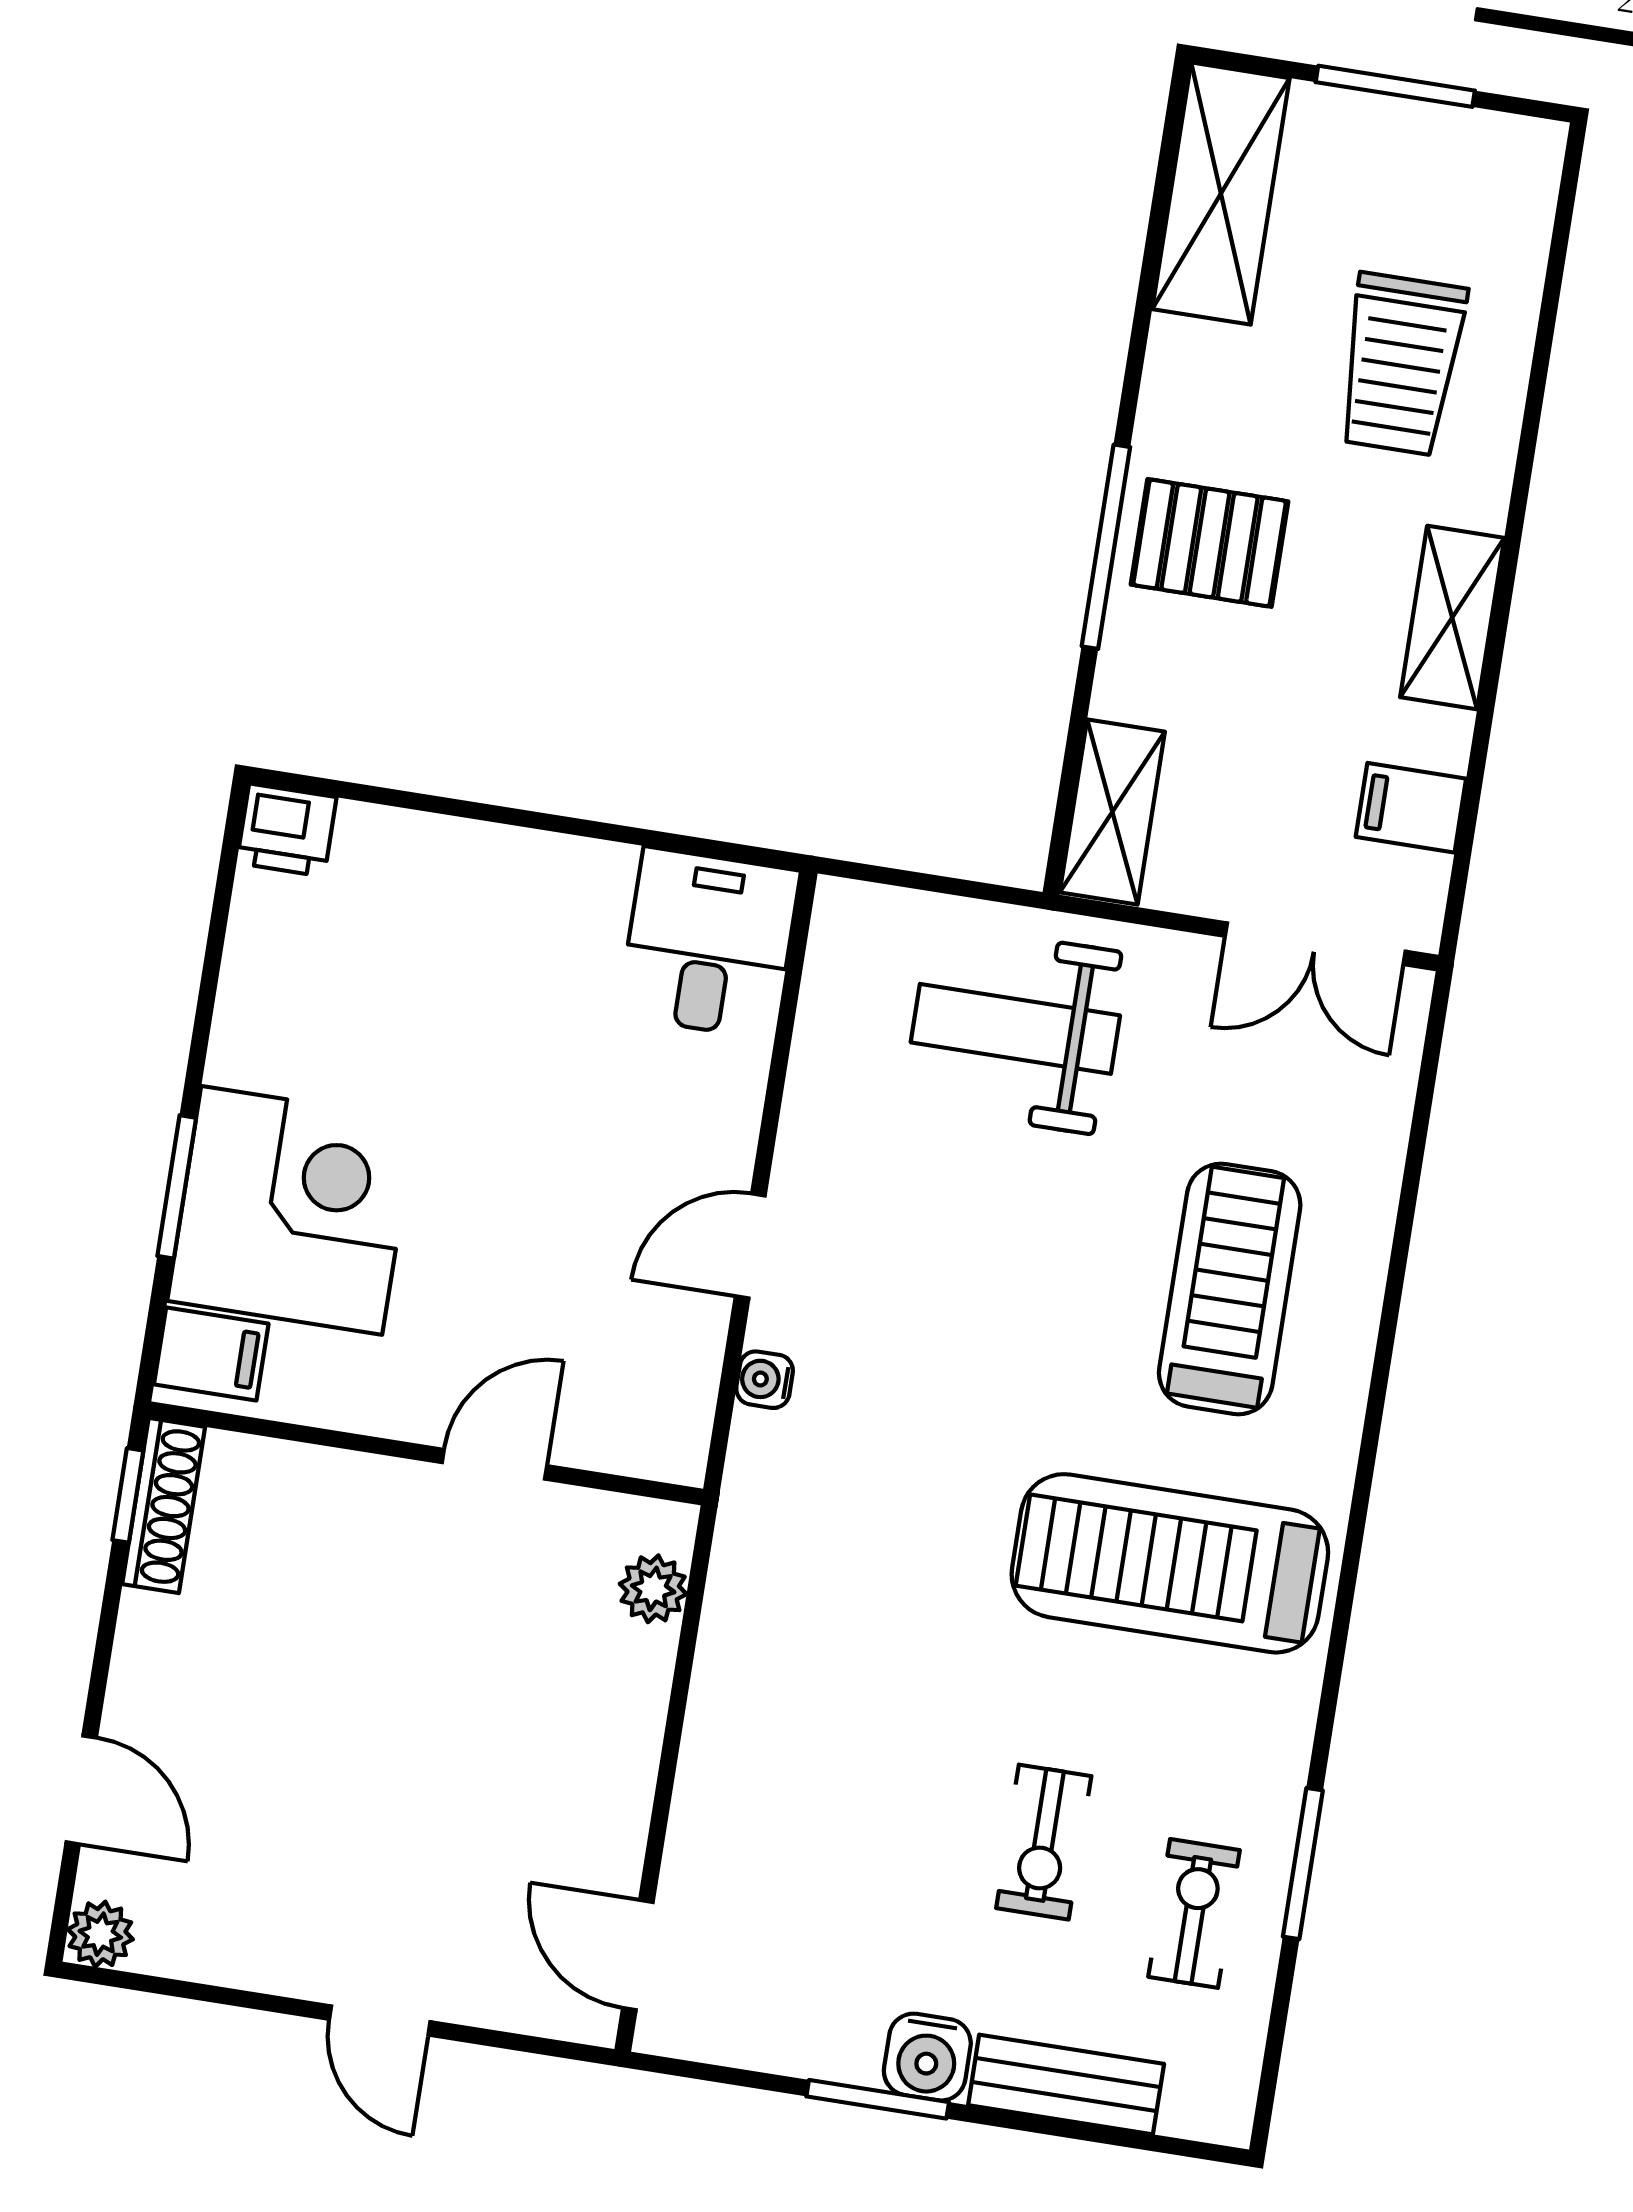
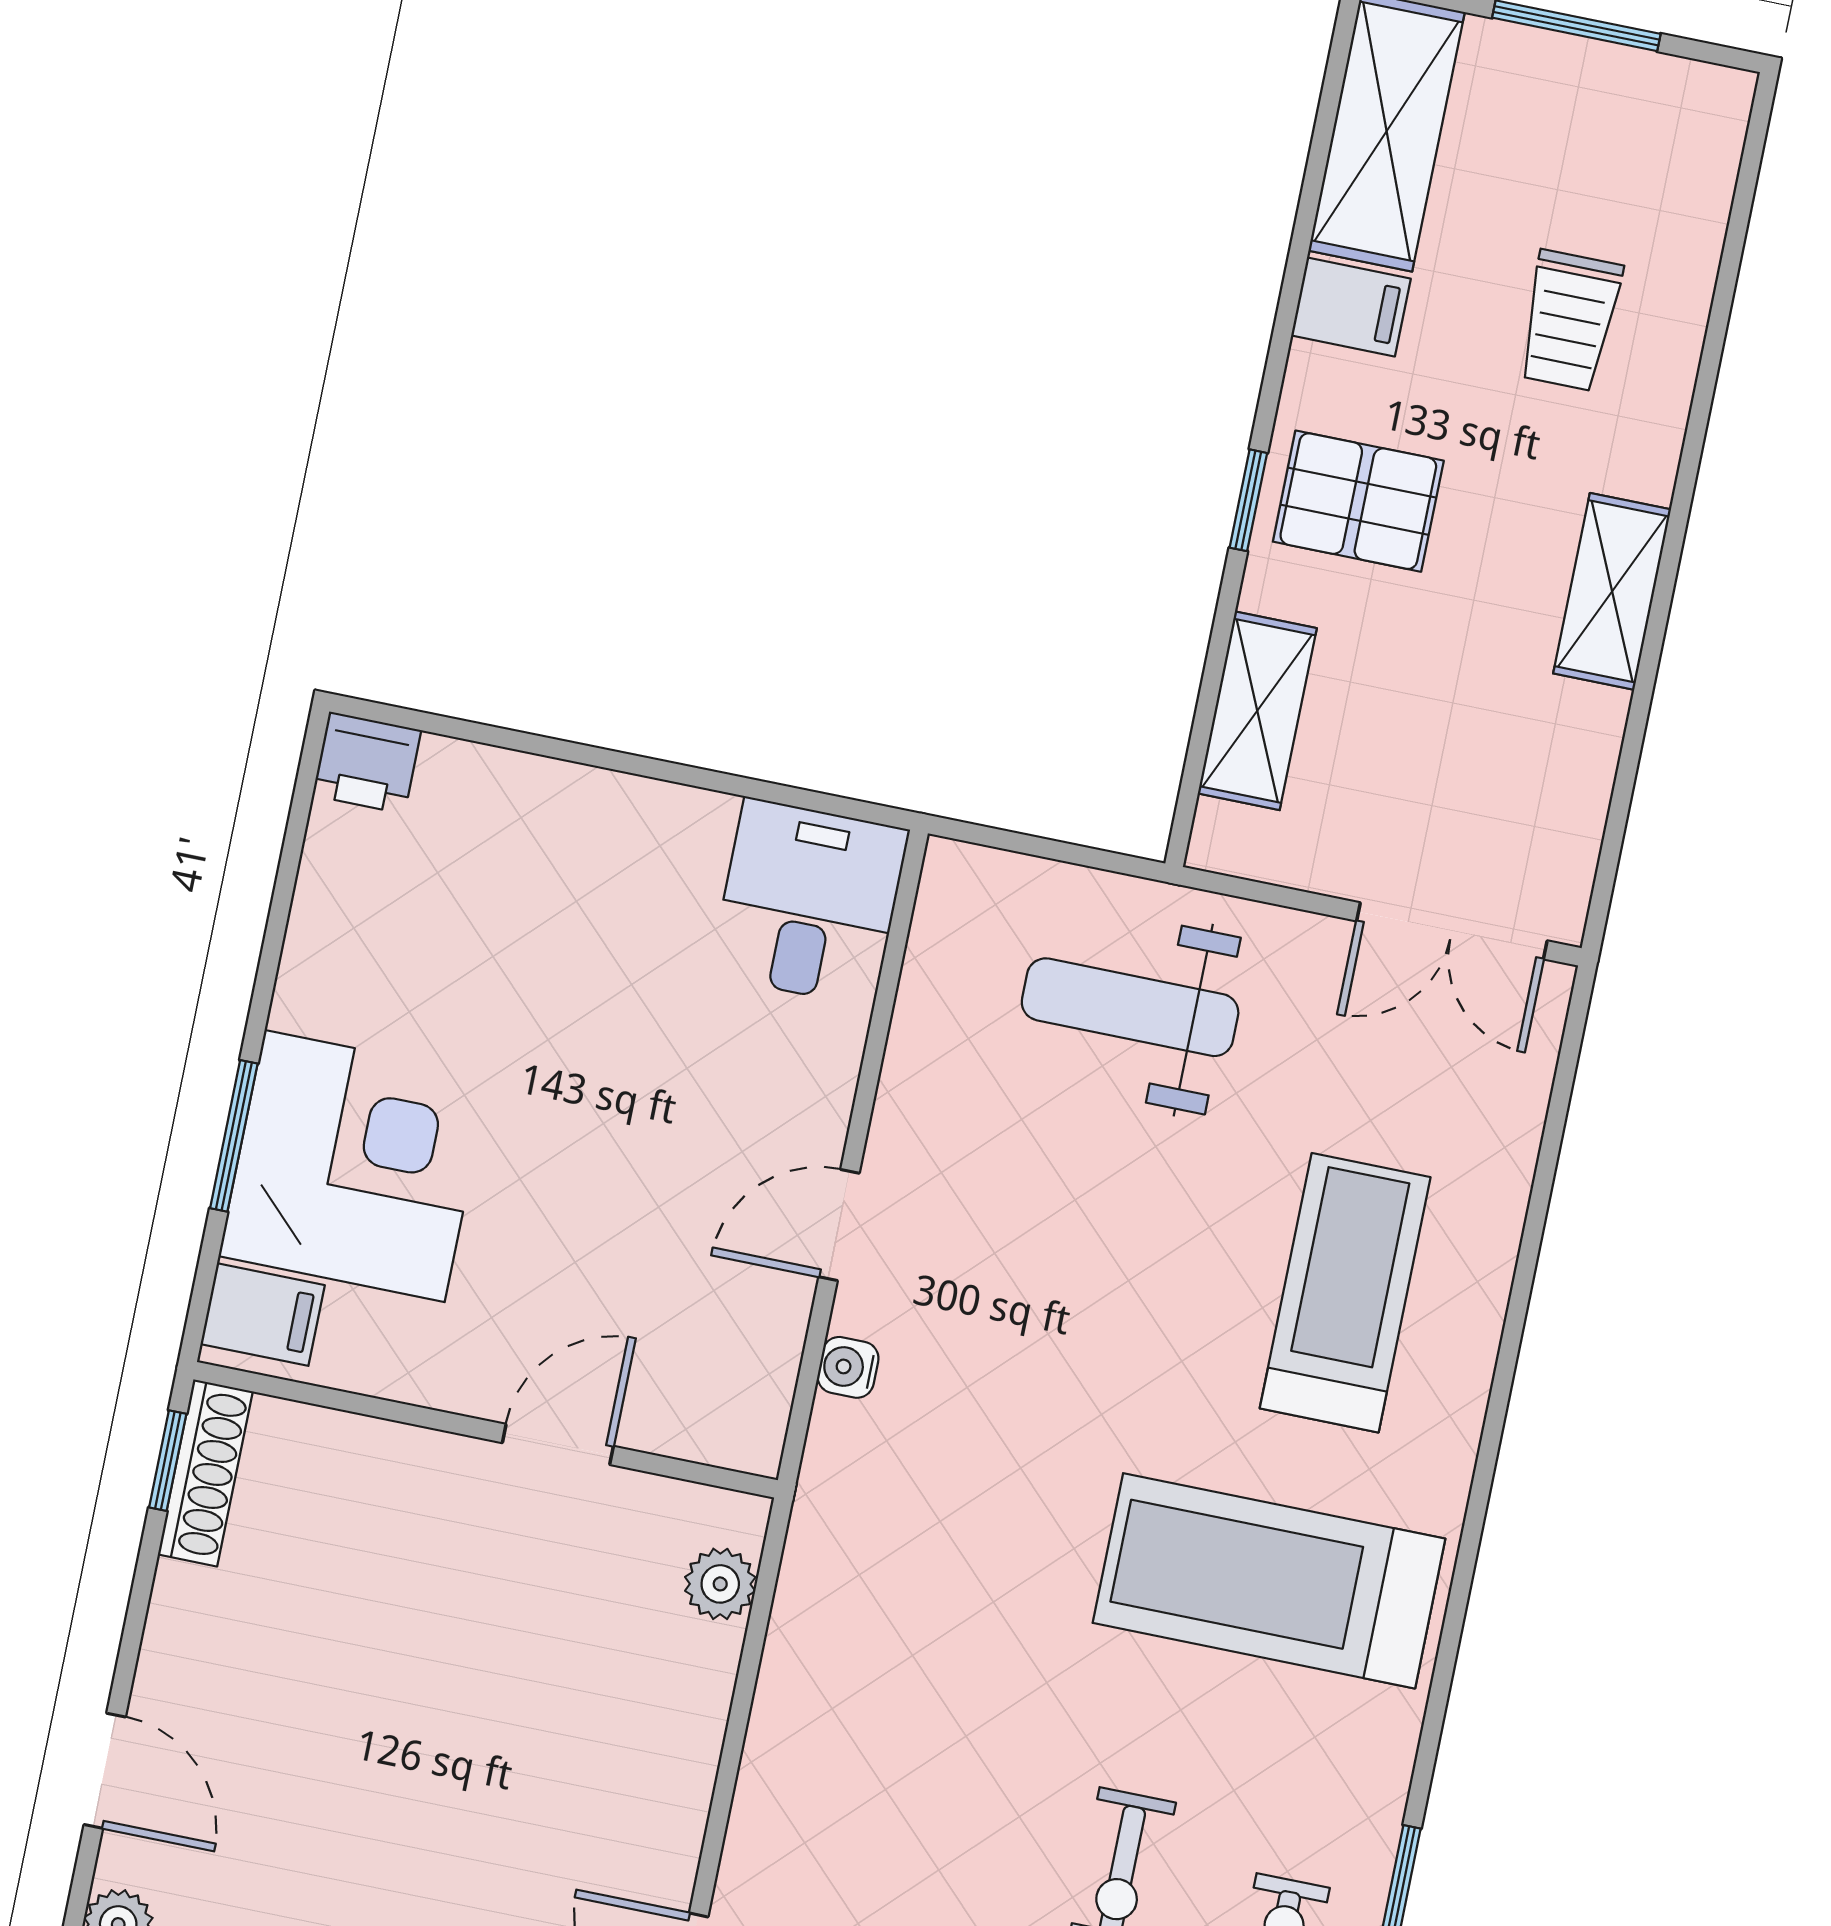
trolley: (1401, 364) -> (1570, 321), width x0.73, depth x0.72
window: (1106, 547) -> (1248, 500), width x0.46
filing cabinet: (1411, 808) -> (1351, 307), moved, turned 180
shelving: (1112, 812) -> (1257, 711), moved

